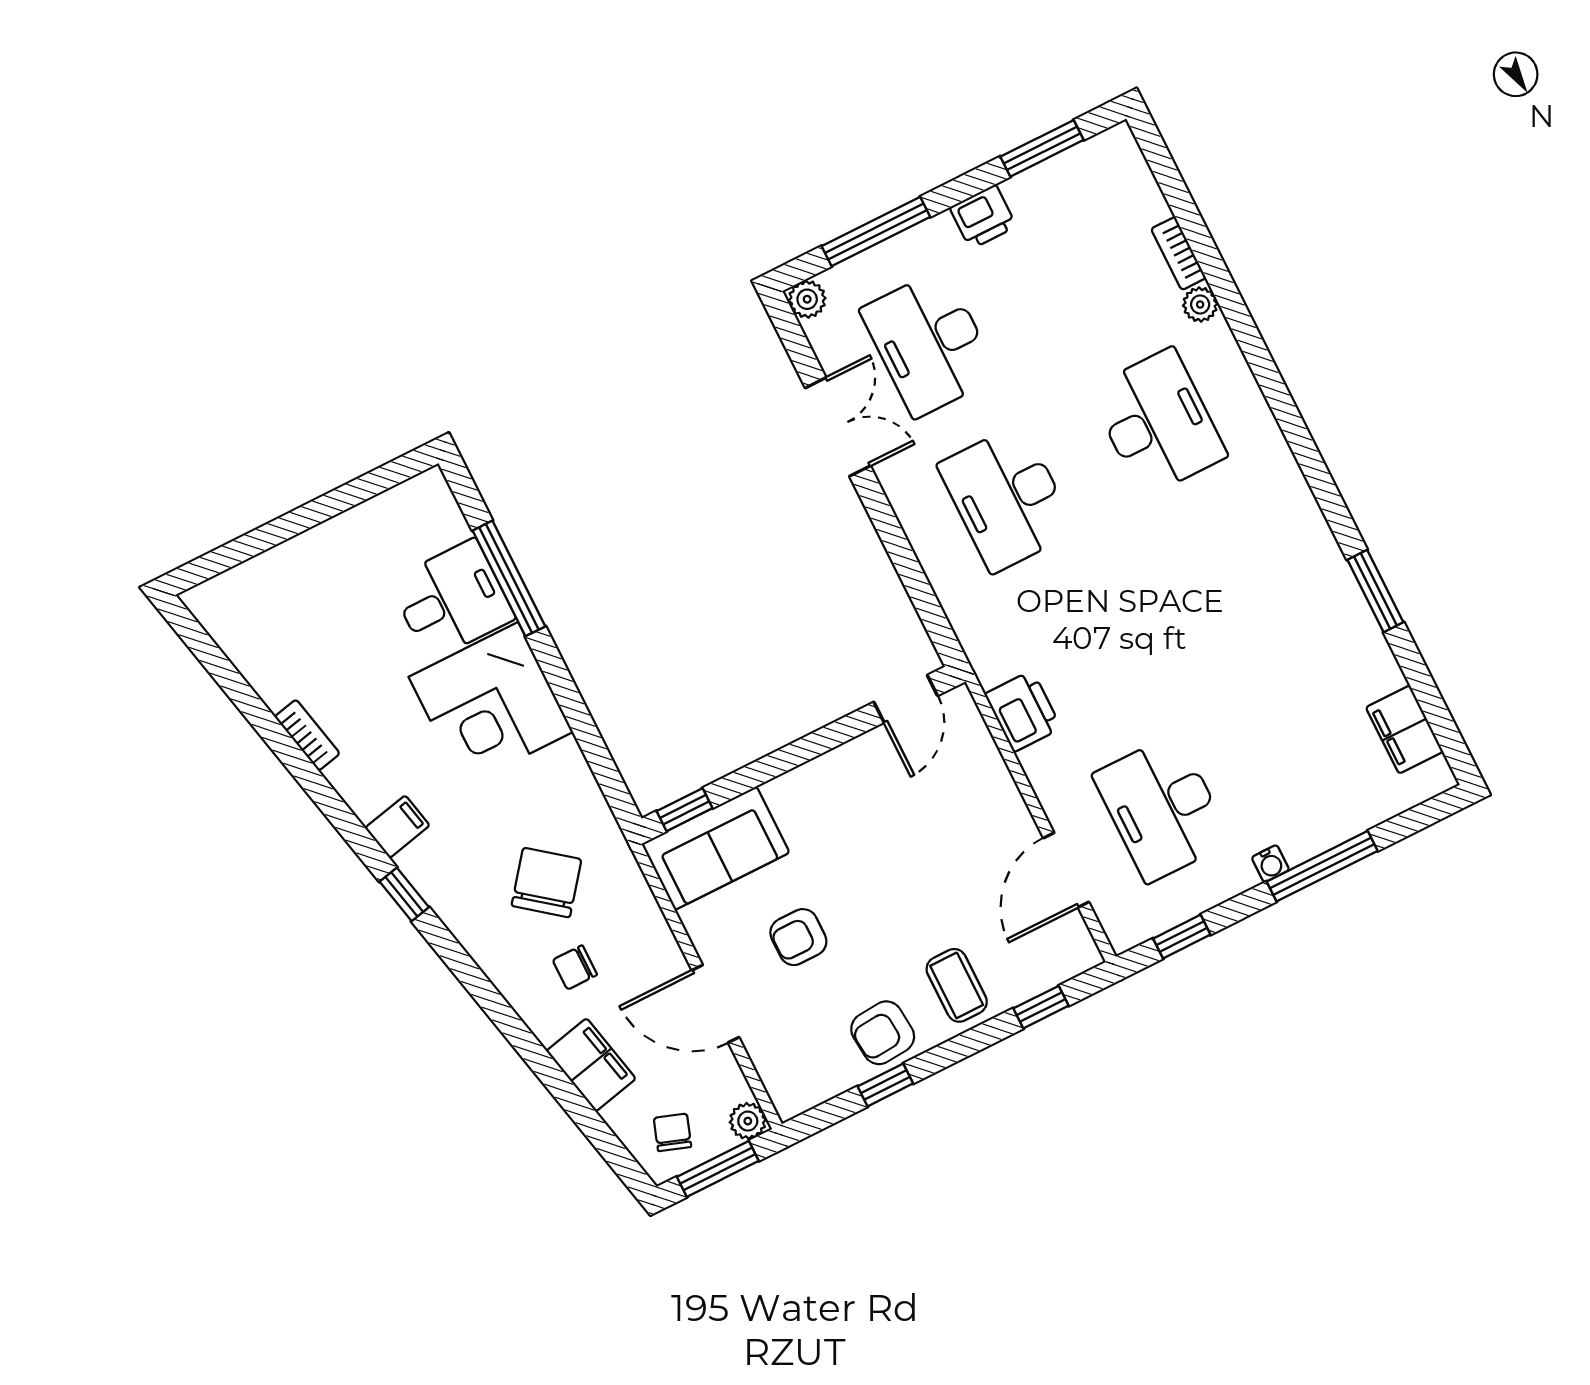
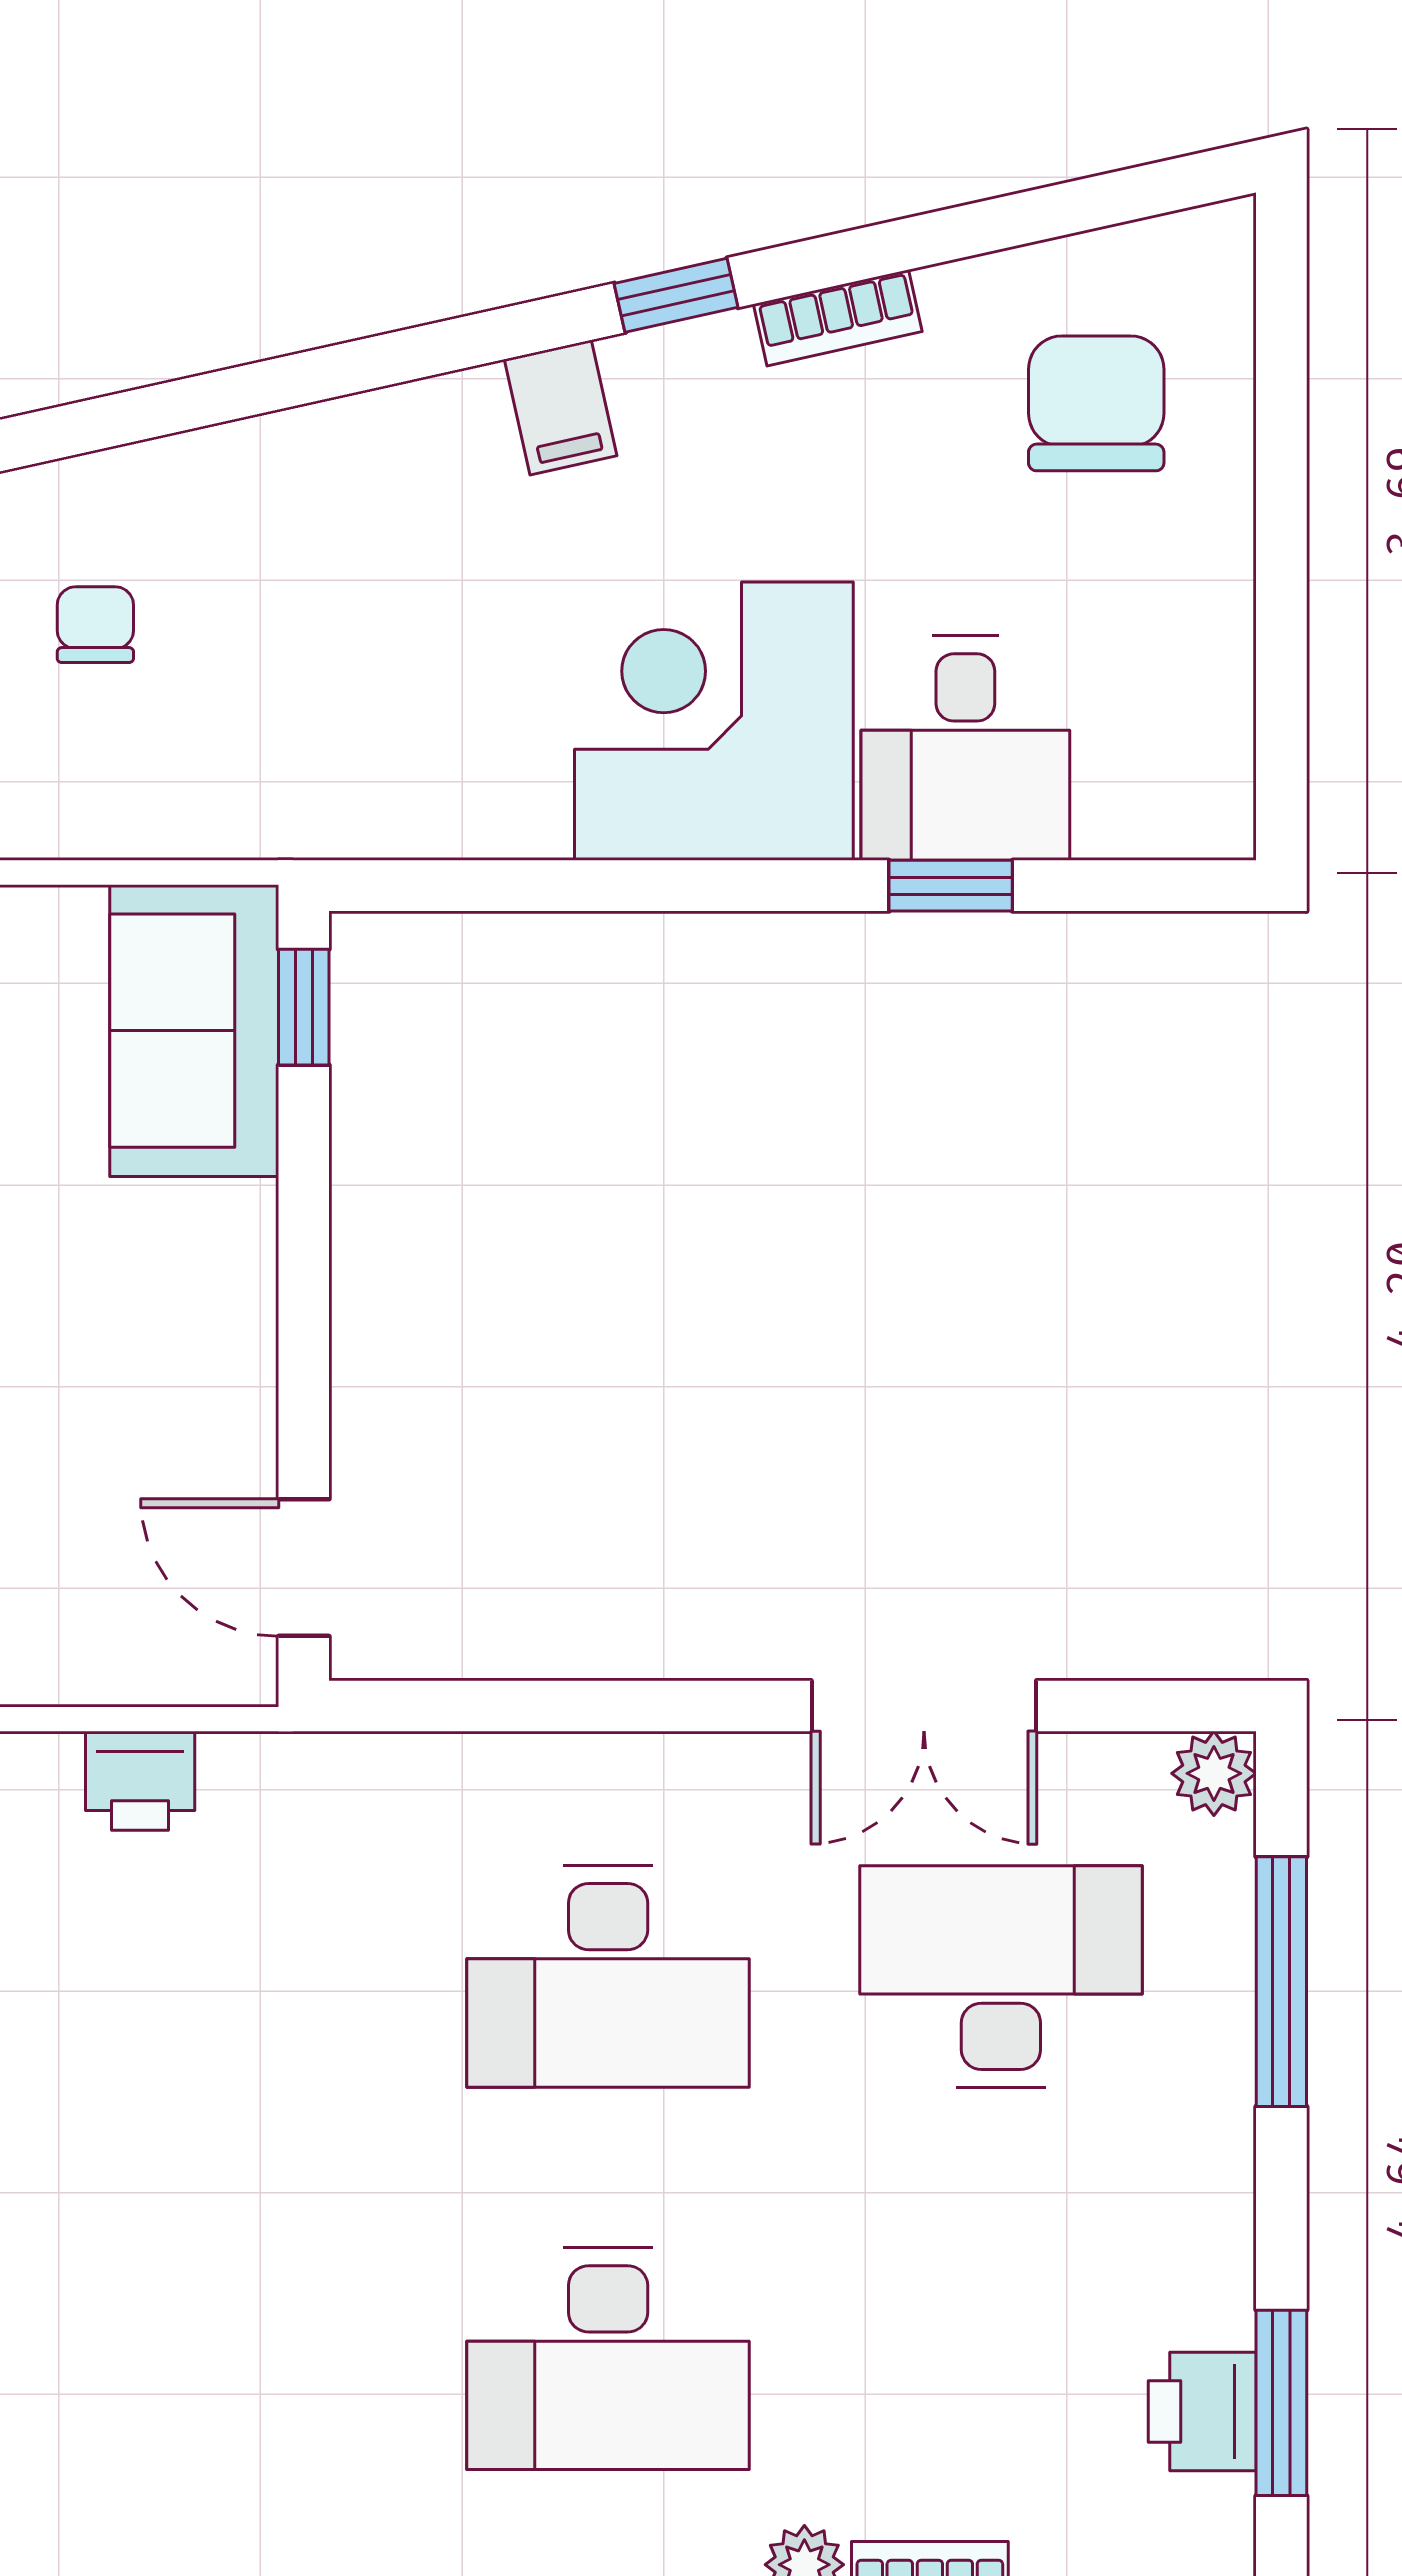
printer: (983, 217) -> (1202, 2412), moved
desk: (1007, 498) -> (608, 1976), turned 180
window: (509, 578) -> (951, 886), width x0.46
printer: (1023, 711) -> (140, 1781), width x0.73, depth x0.81
chair: (546, 883) -> (1096, 403), moved, turned -128
window: (404, 894) -> (676, 295), moved

